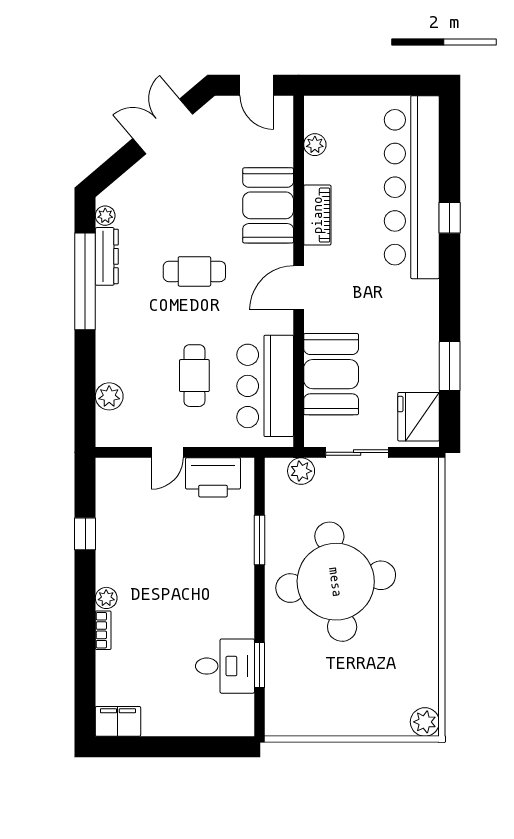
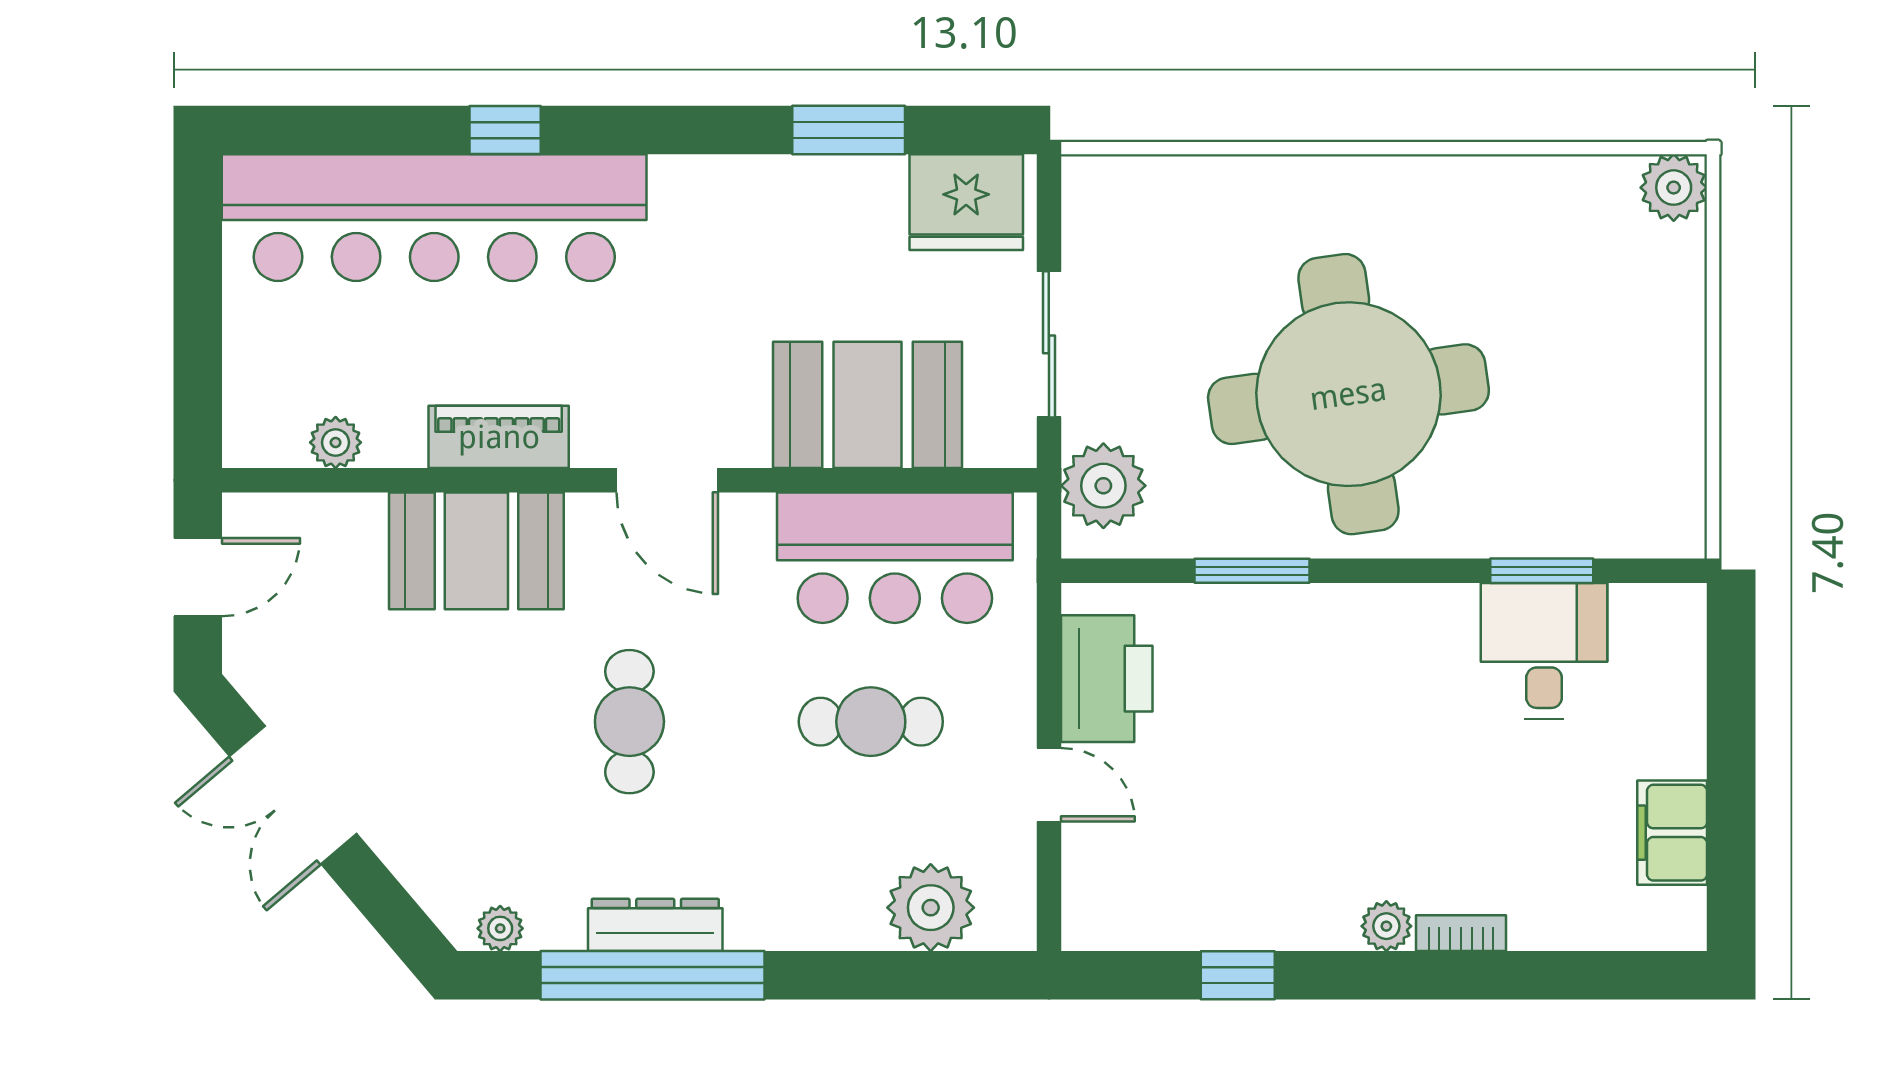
dresser: (107, 256) -> (655, 925), moved
plant: (109, 396) -> (931, 908), width x1.36, depth x1.36
plant: (301, 471) -> (1103, 486), width x1.36, depth x1.36
filing cabinet: (118, 721) -> (1672, 833), moved

